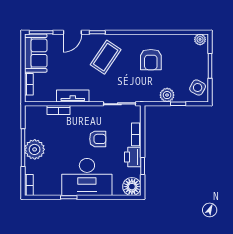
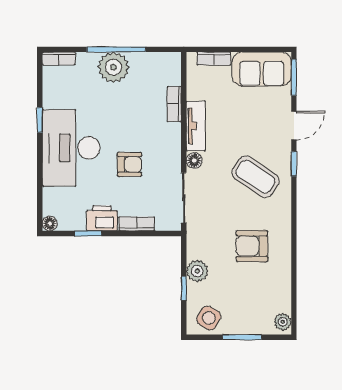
door: (72, 32) -> (294, 126), swing flipped
floor lamp: (95, 97) -> (194, 160), added
armchair: (98, 139) -> (130, 164), turned -90
floor lamp: (132, 187) -> (50, 224), width x0.53, depth x0.53

